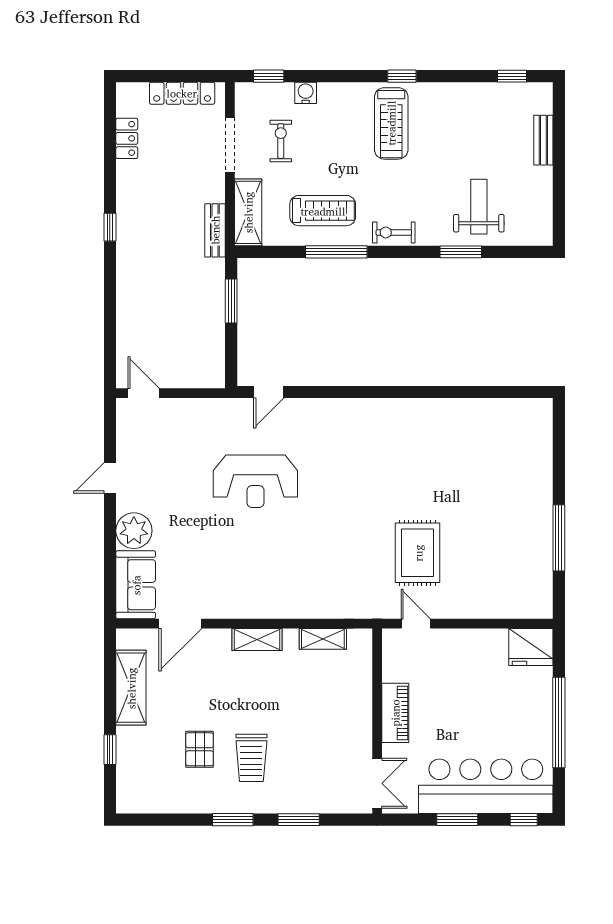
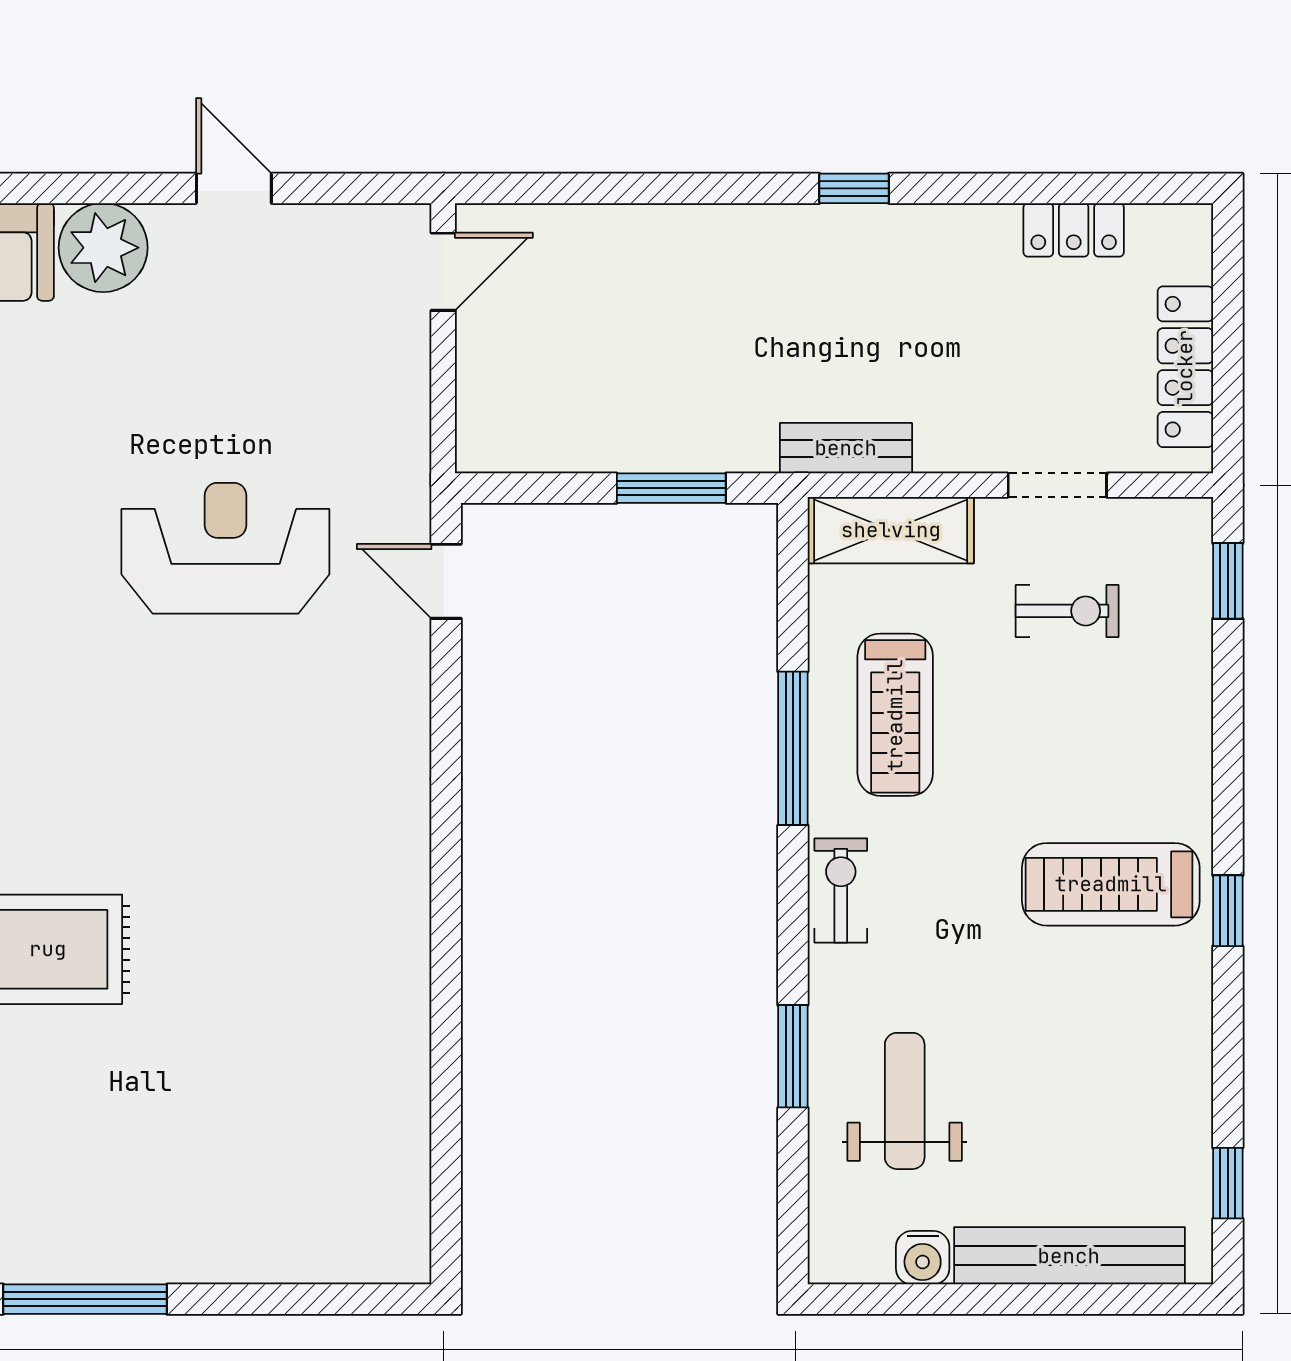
water cooler: (306, 93) -> (923, 1258), moved, turned 90
bench: (543, 140) -> (1069, 1256), width x1.86, depth x1.21
doorway: (230, 145) -> (1057, 485), width x0.73
weight bench: (479, 207) -> (905, 1101), turned -90
reception desk: (255, 481) -> (225, 548), turned 90

